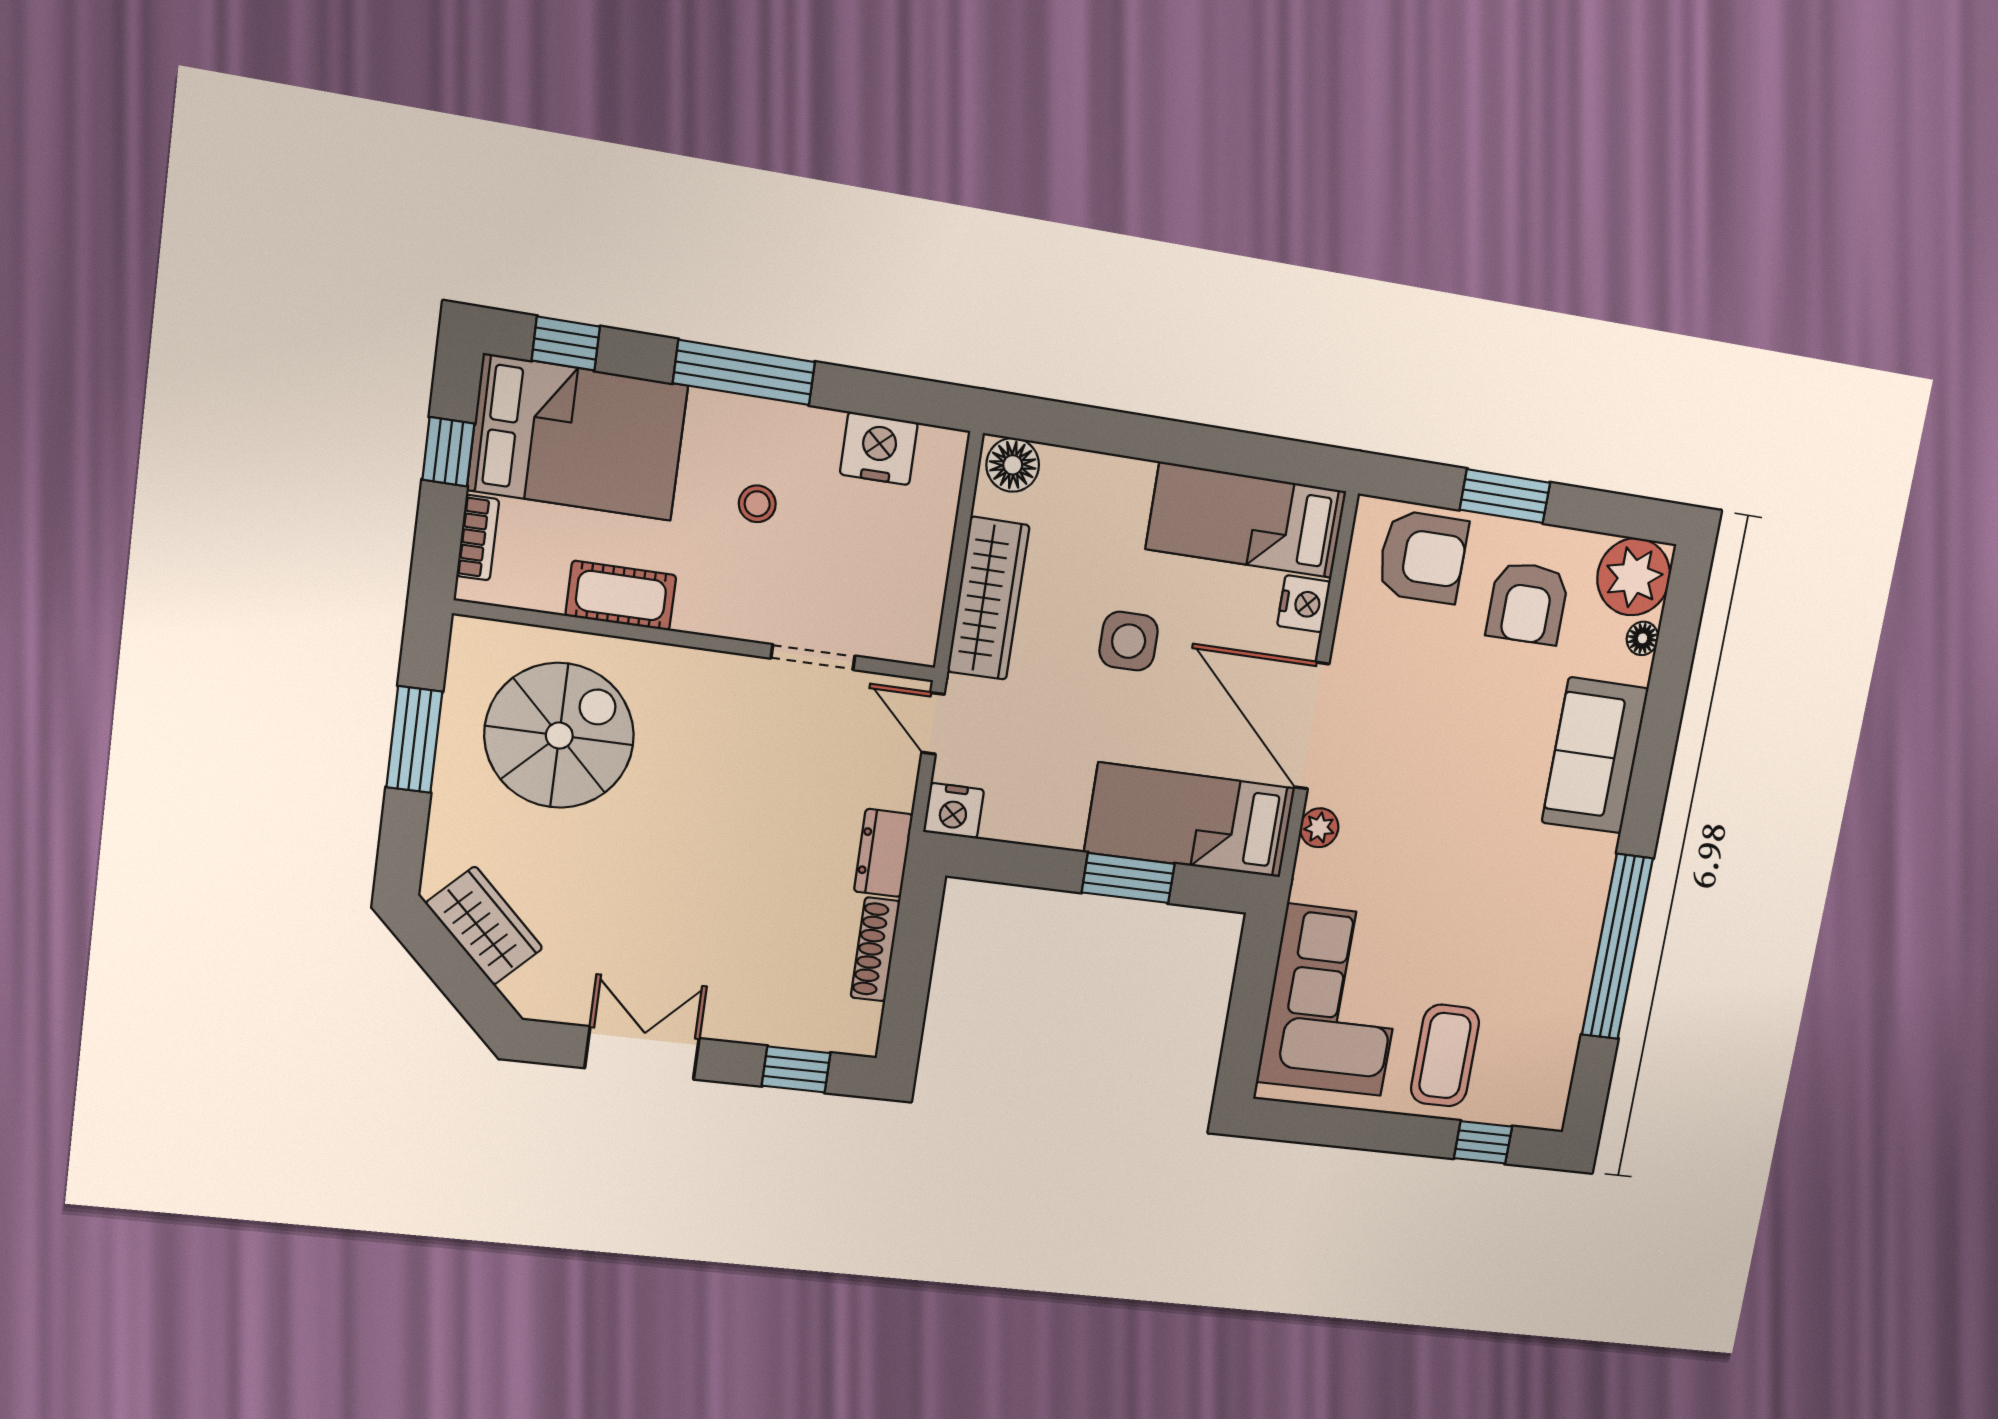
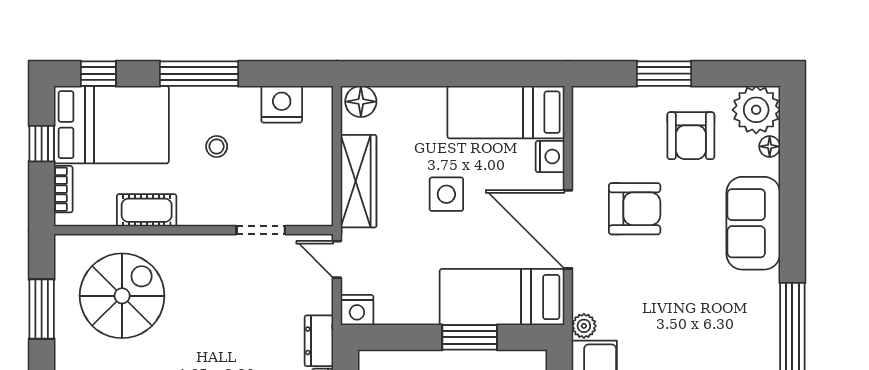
armchair: (1423, 557) -> (635, 209), moved
plant: (1319, 828) -> (584, 326), moved

